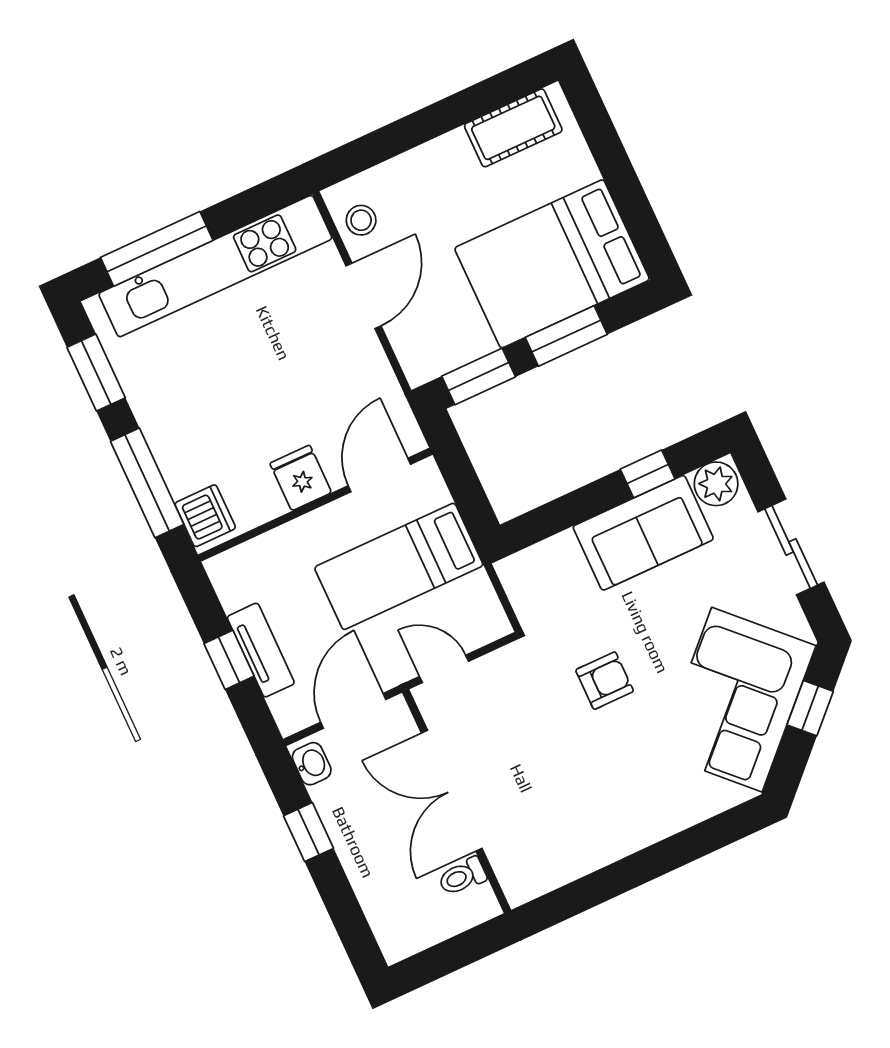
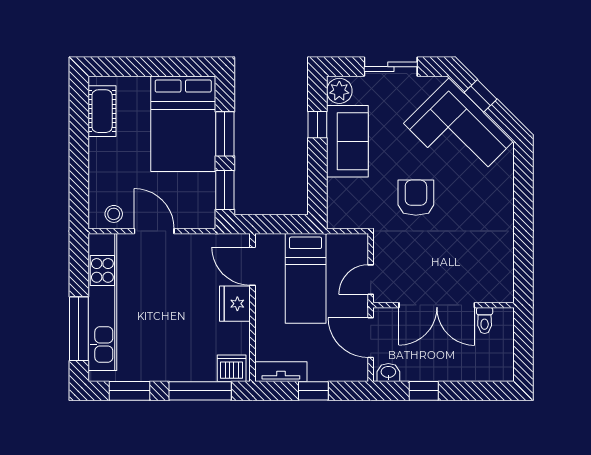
fridge: (301, 478) -> (235, 304), width x1.38
tv unit: (261, 650) -> (281, 372), moved
armchair: (605, 681) -> (416, 198), width x1.38, depth x1.38

